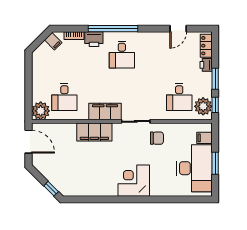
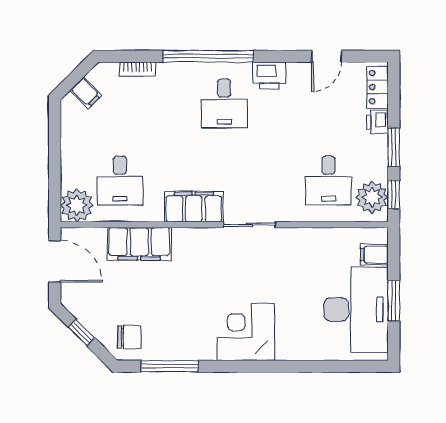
printer: (94, 39) -> (269, 75), moved
filing cabinet: (53, 41) -> (86, 93), moved
filing cabinet: (94, 132) -> (139, 244), moved
chair: (157, 138) -> (129, 337), moved
window: (51, 189) -> (82, 333), moved
window: (92, 199) -> (170, 366), added

